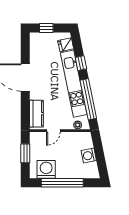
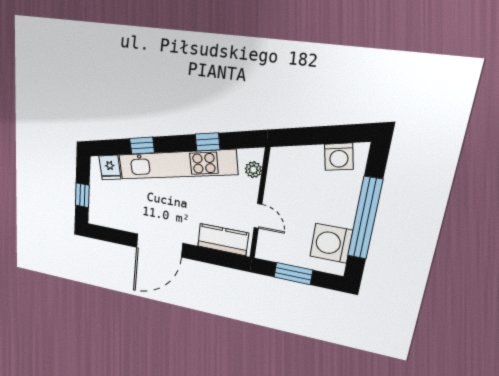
window: (88, 99) -> (208, 142), width x0.32
washing machine: (89, 155) -> (339, 157), moved

